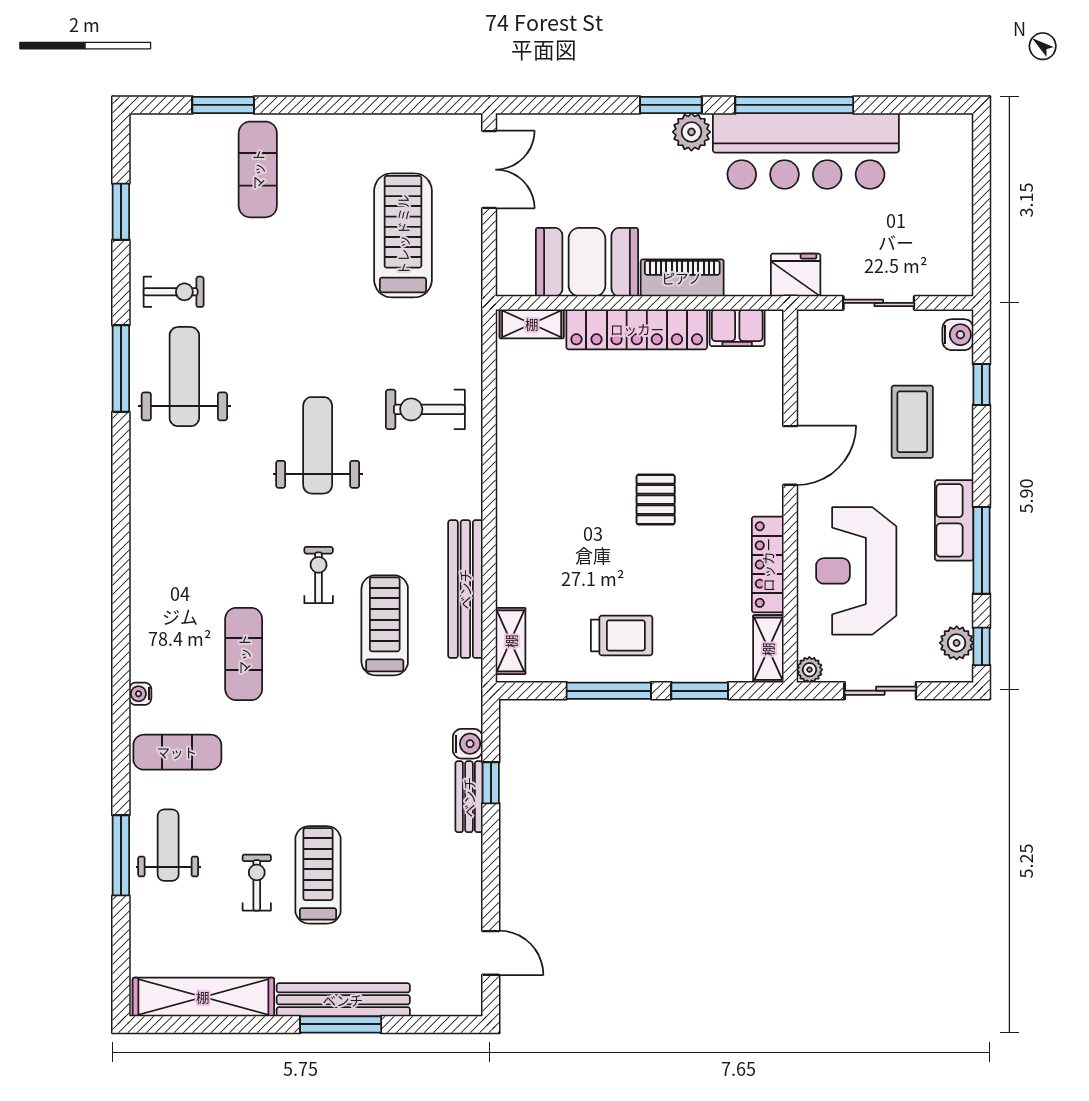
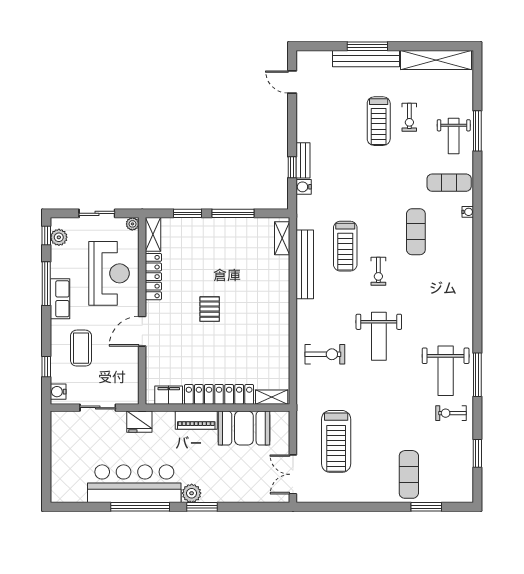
trolley: (622, 635) -> (227, 241), removed

